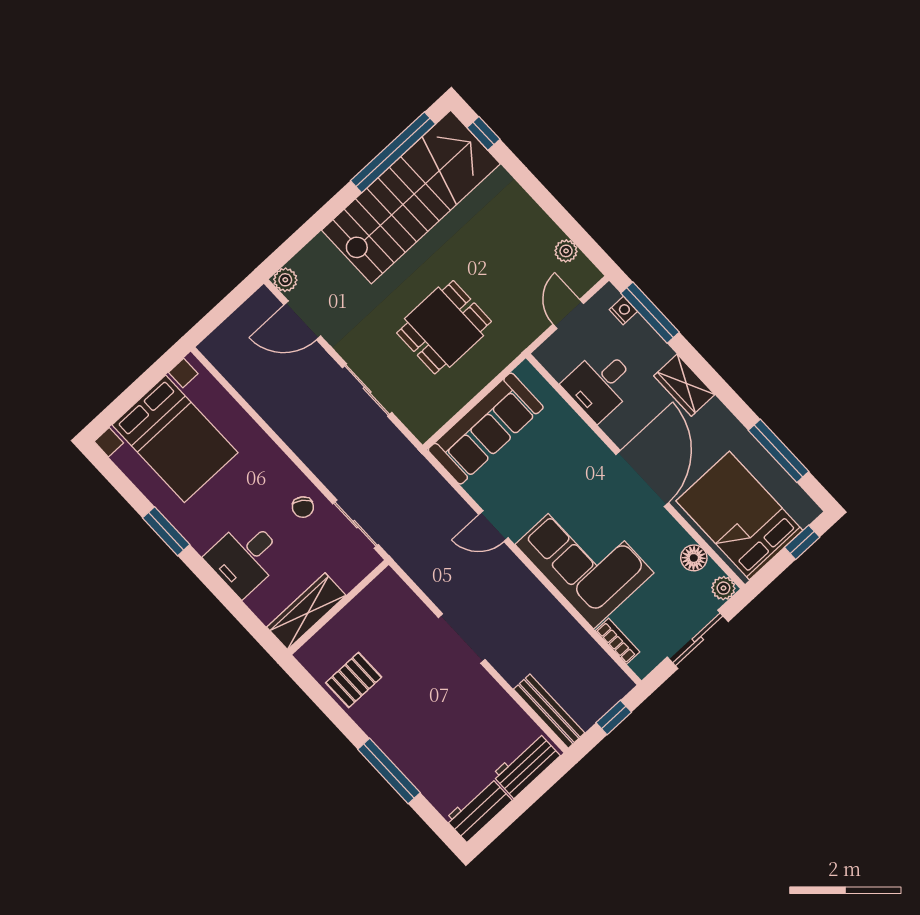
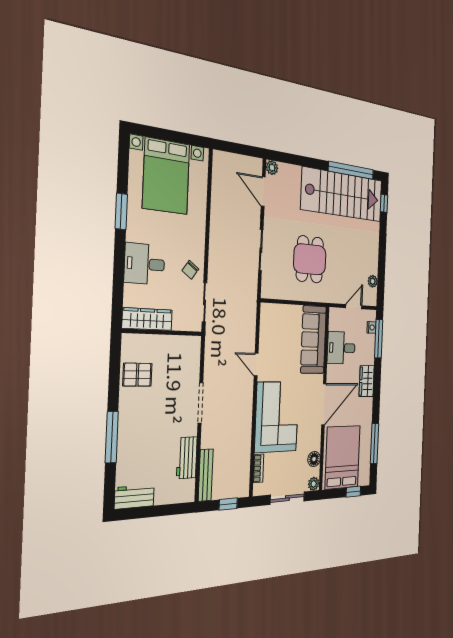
dining table: (444, 327) -> (310, 259), turned 90
sofa: (486, 429) -> (313, 340), moved, turned 90
workbench: (526, 765) -> (187, 458), moved, turned -90

